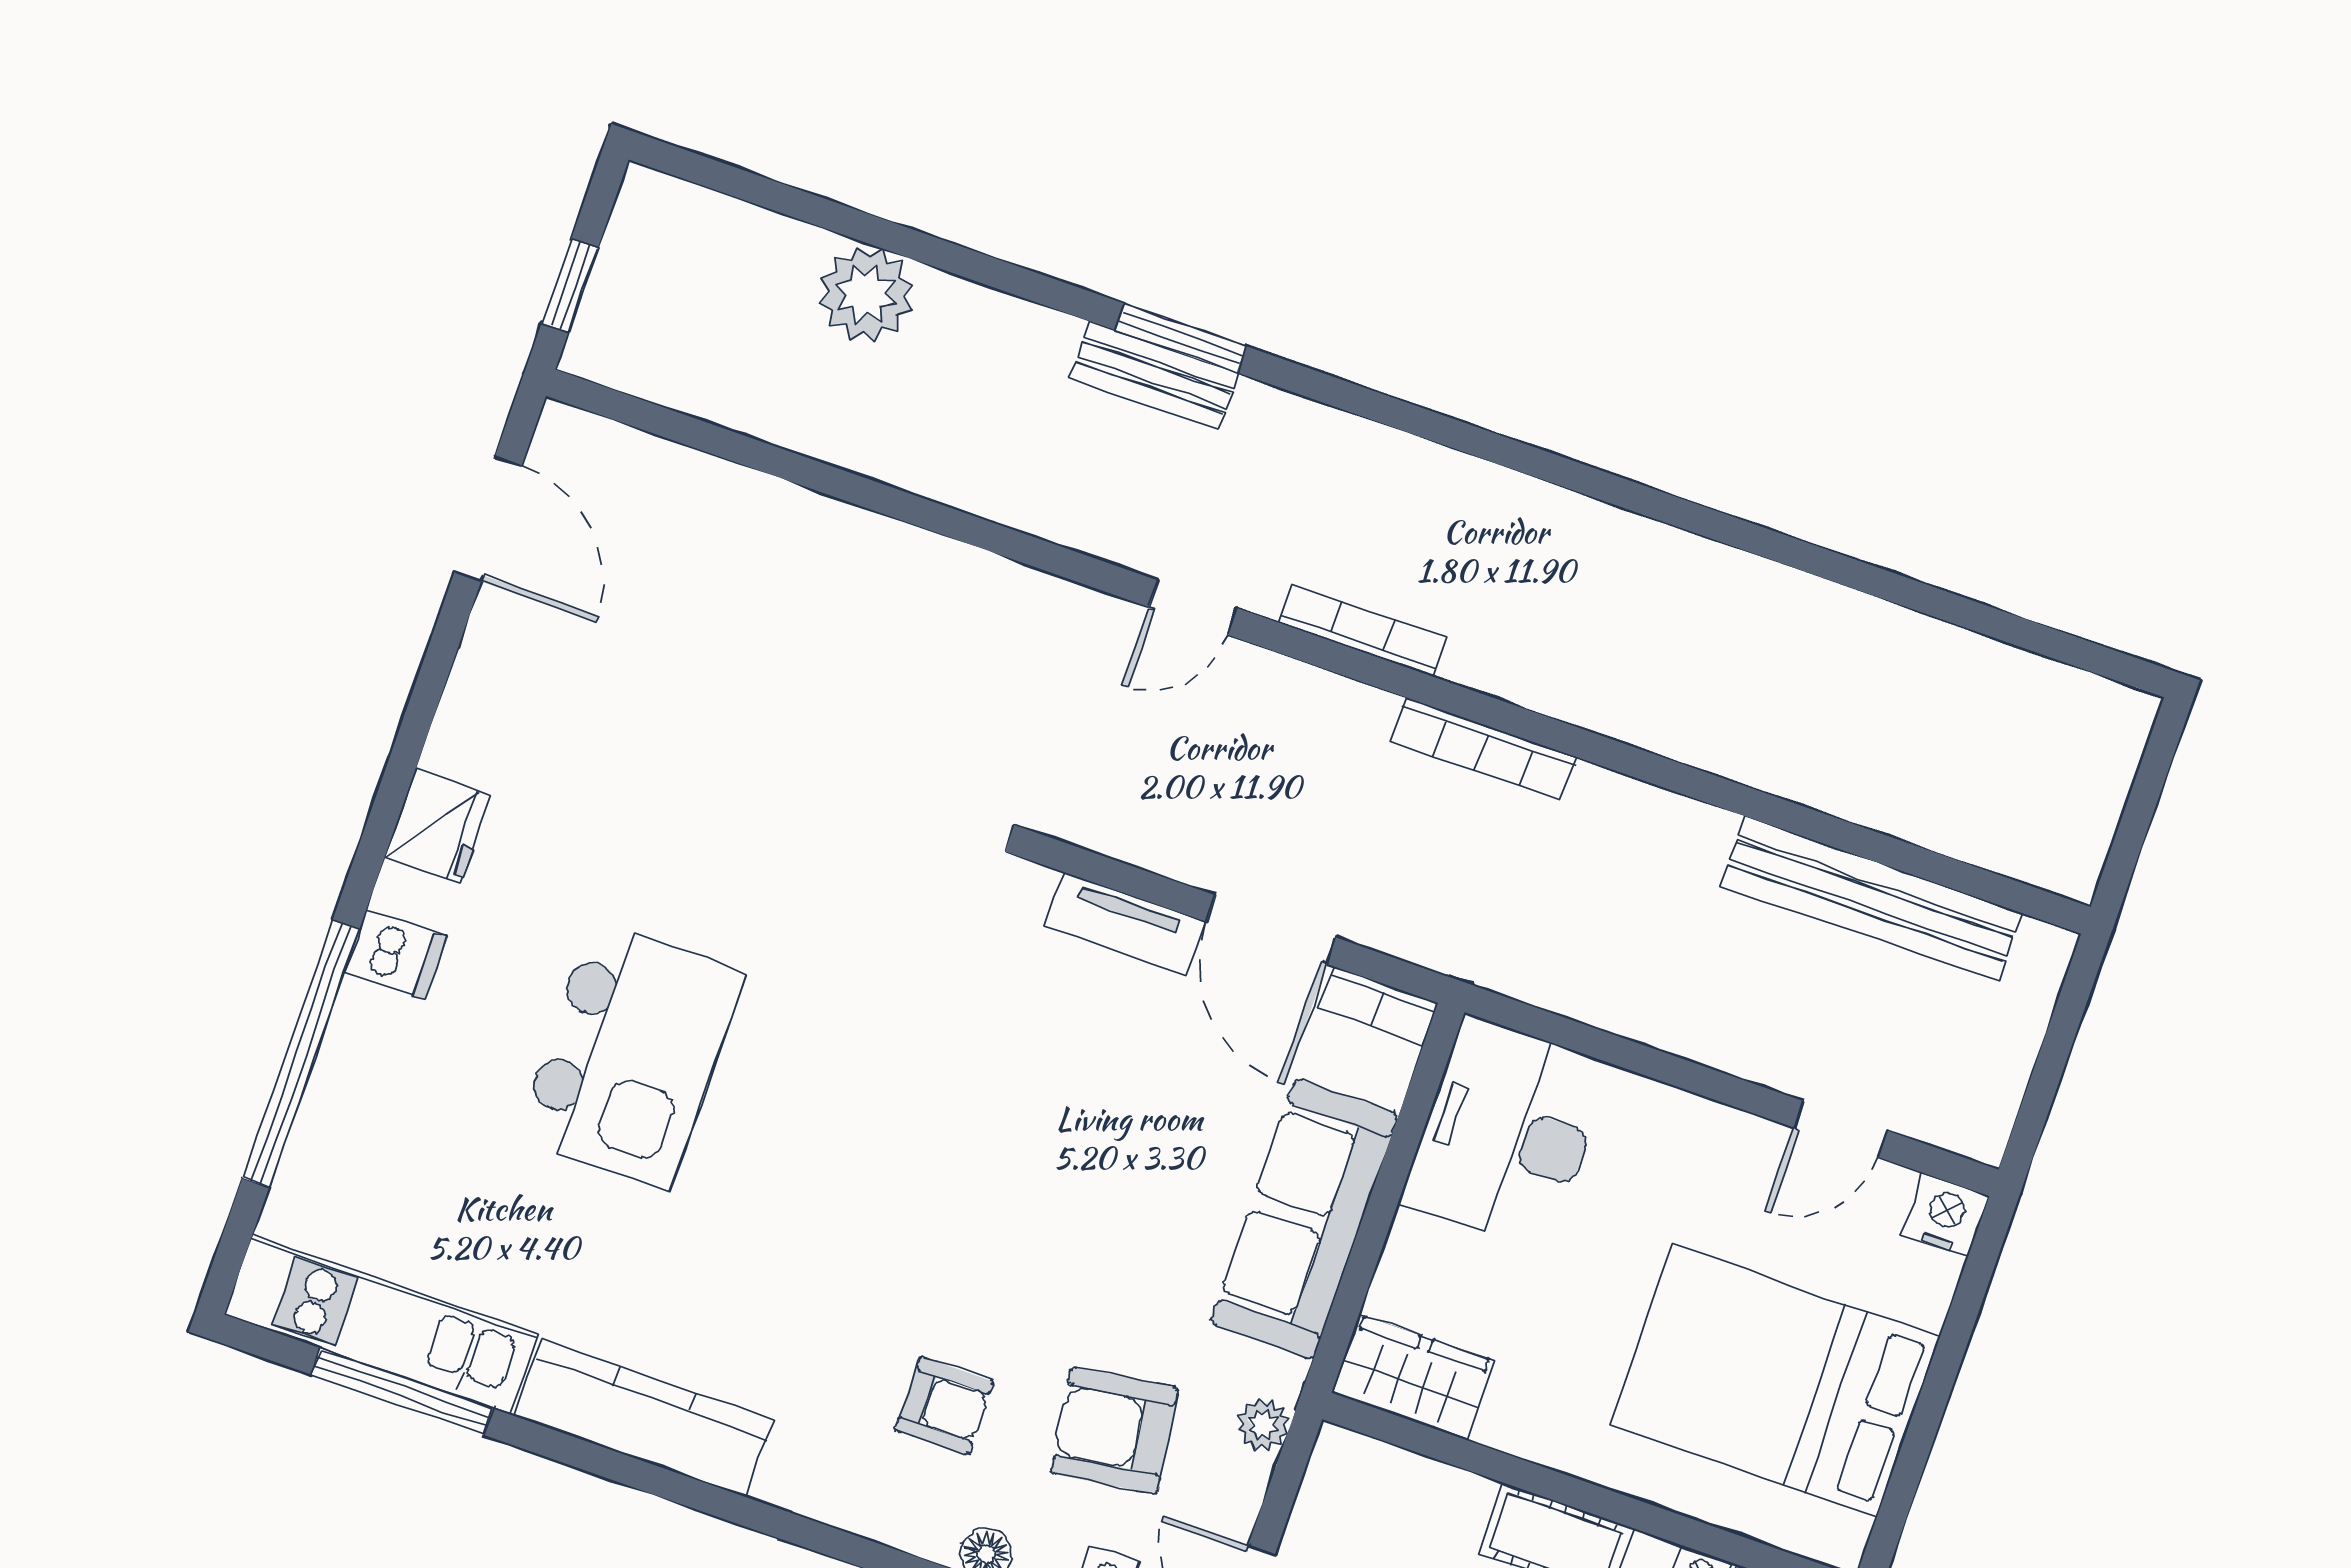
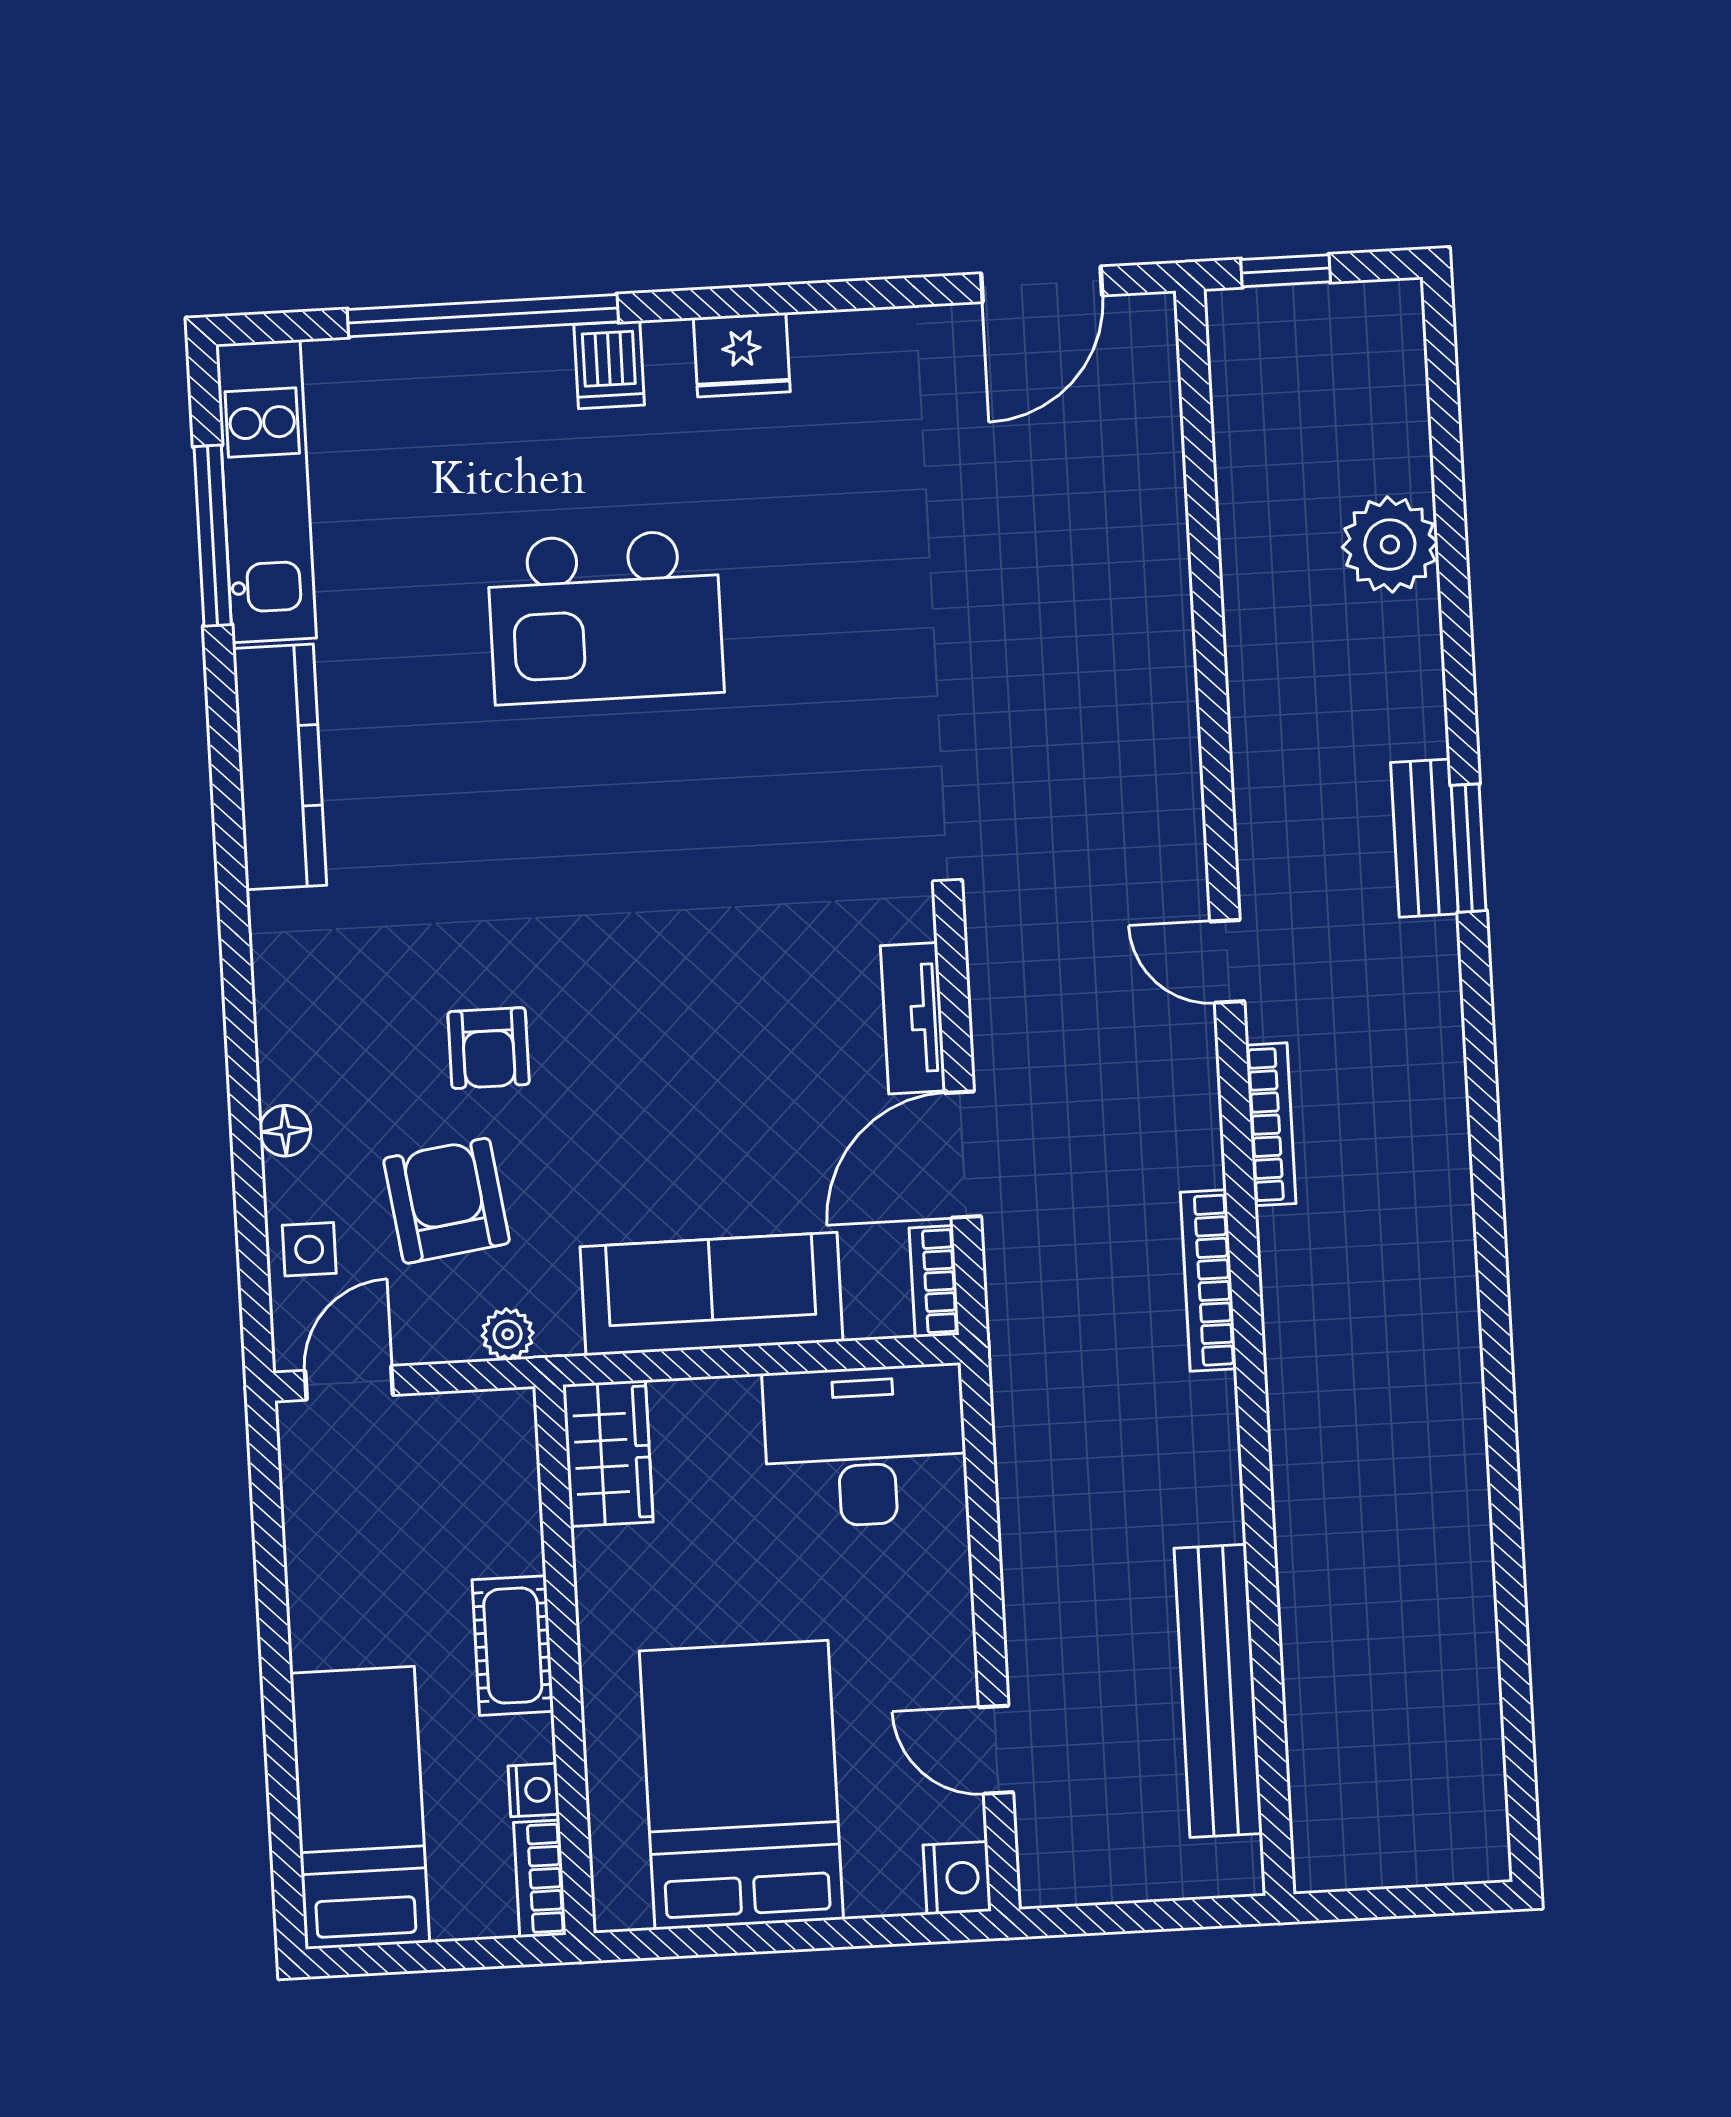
armchair: (944, 1406) -> (489, 1048), moved

